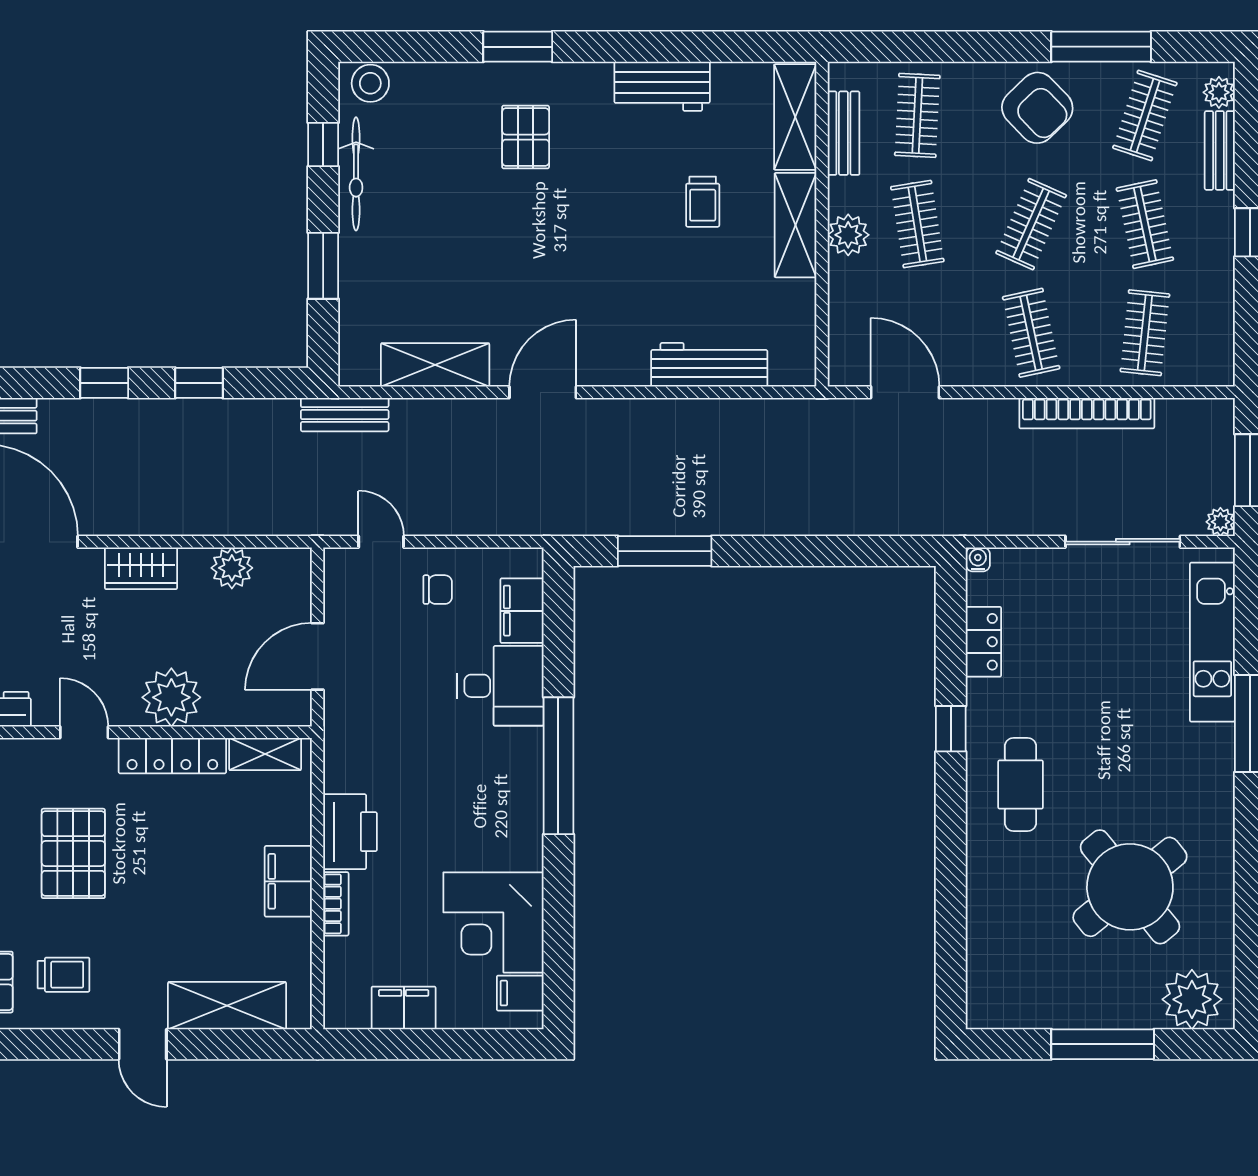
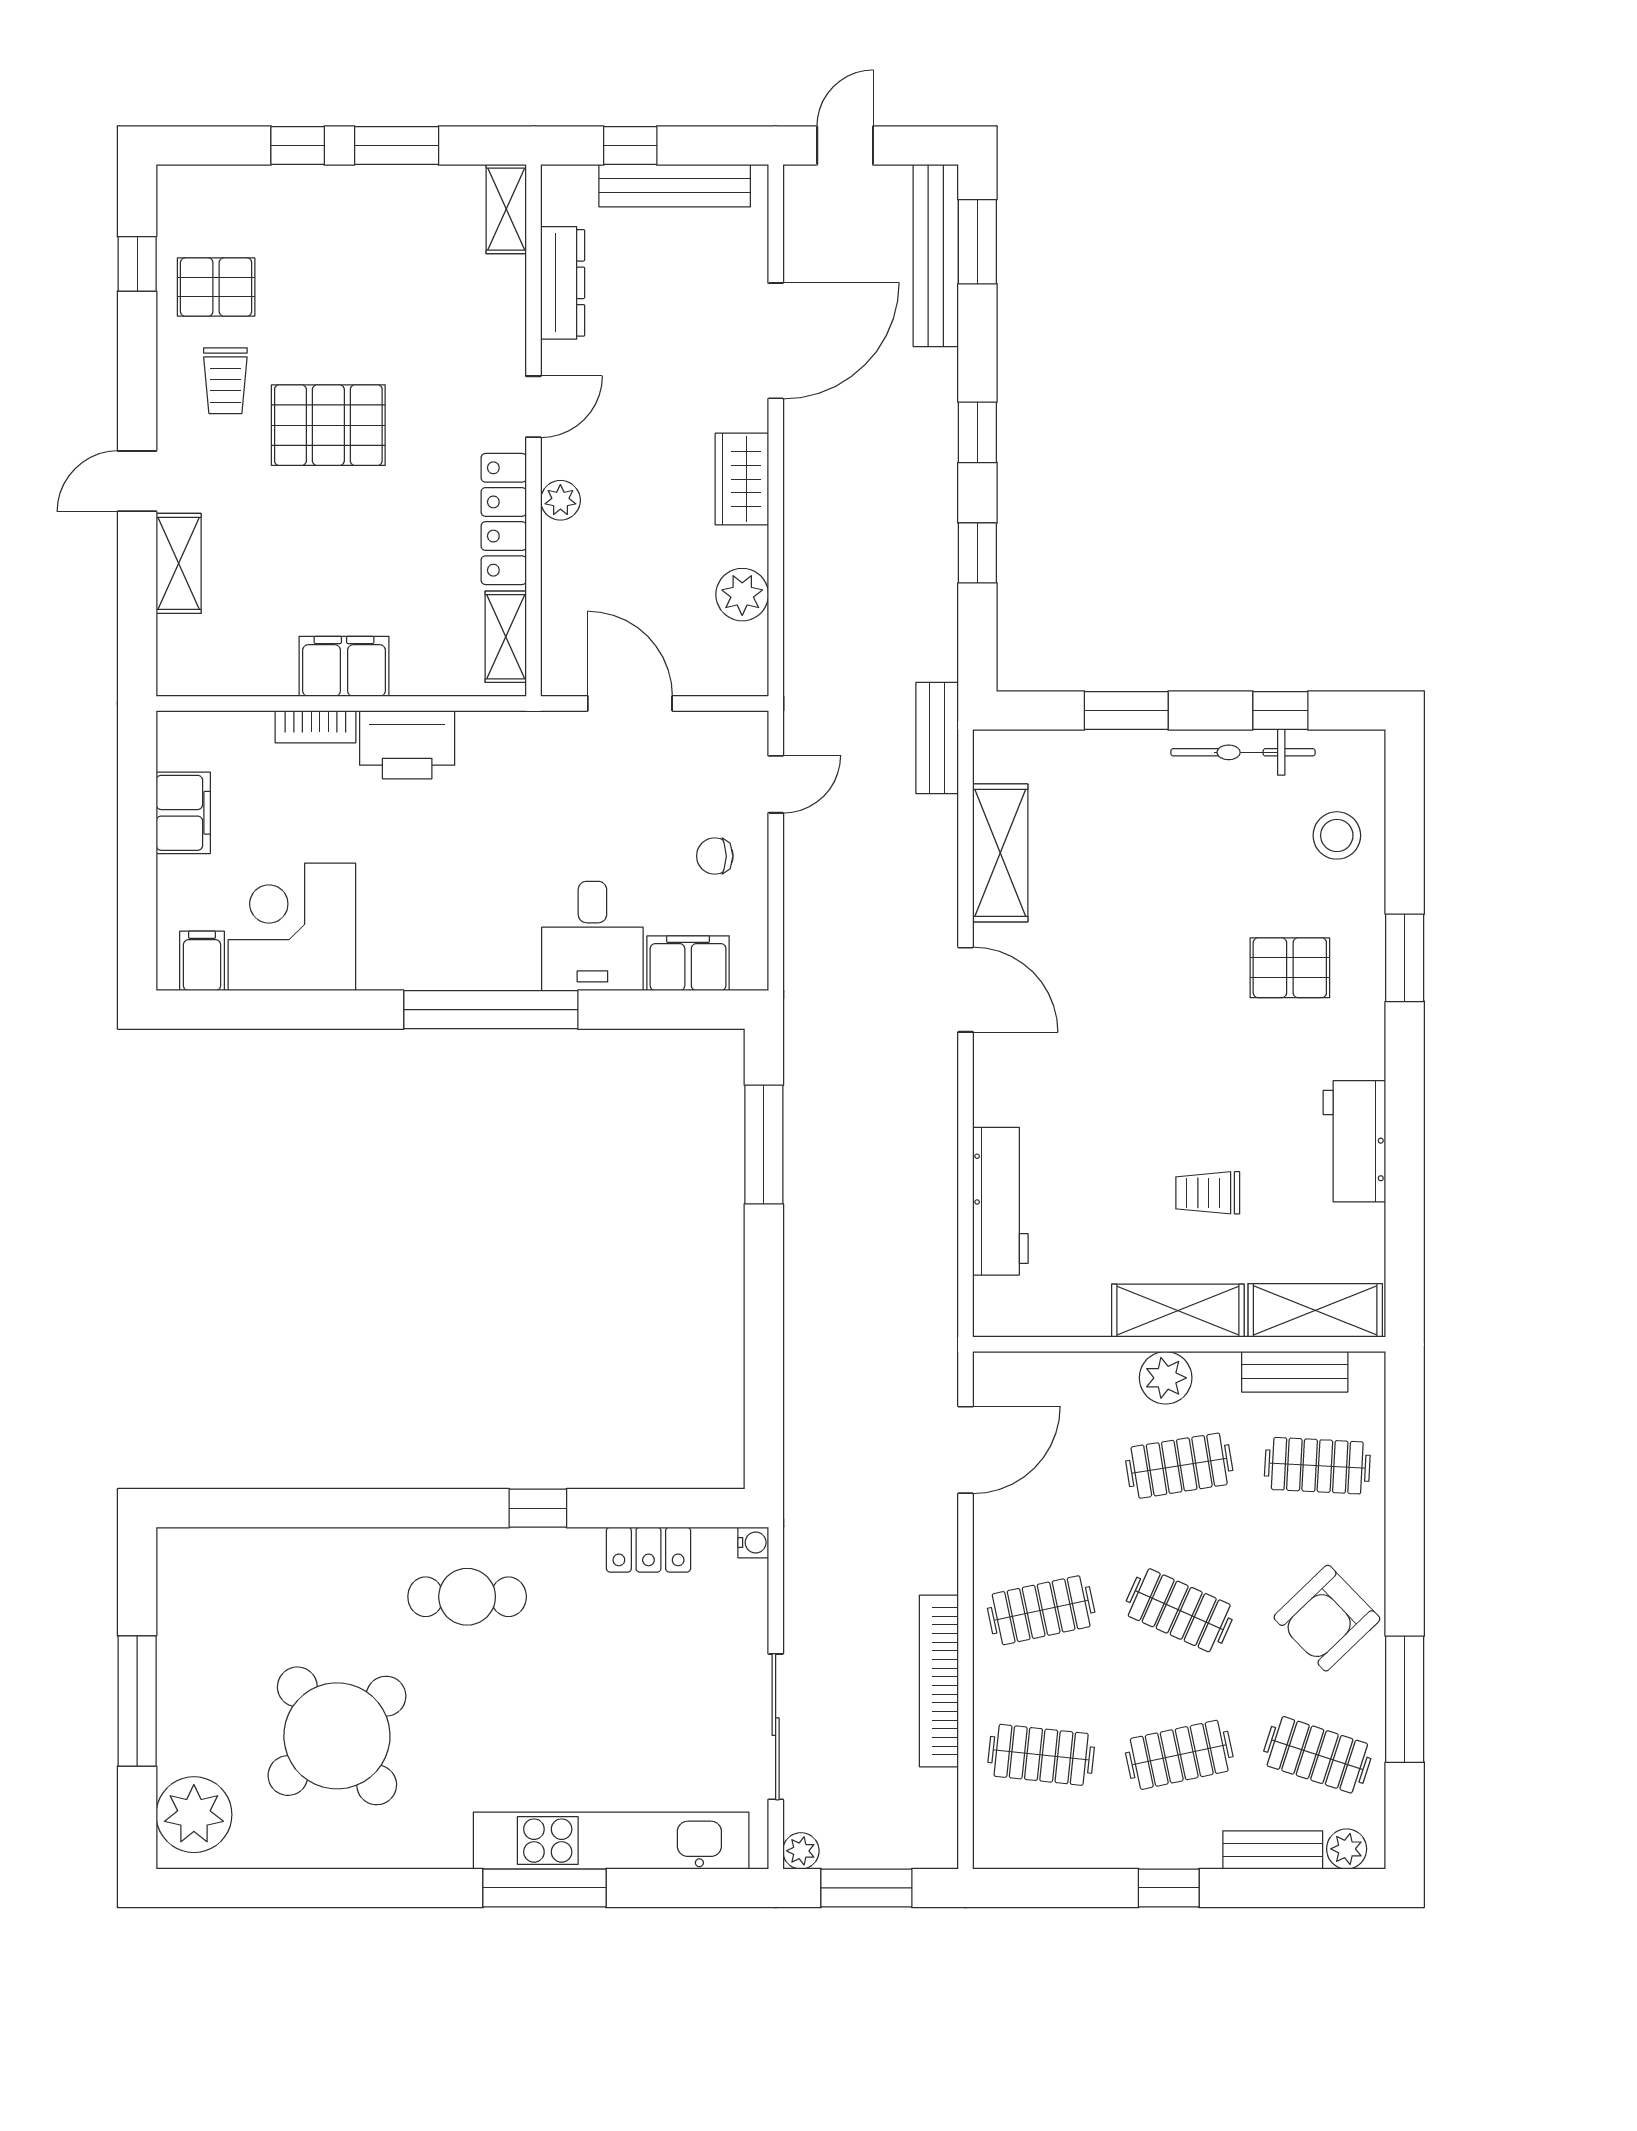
stool: (370, 83) -> (1337, 835), moved
chair: (438, 590) -> (715, 856), turned 90
kitchen unit: (1212, 642) -> (611, 1841), width x1.36
plant: (171, 697) -> (560, 500), width x0.53, depth x0.53
pallet: (73, 853) -> (328, 425), moved
shelving: (227, 1006) -> (179, 563), width x0.67, depth x0.75

